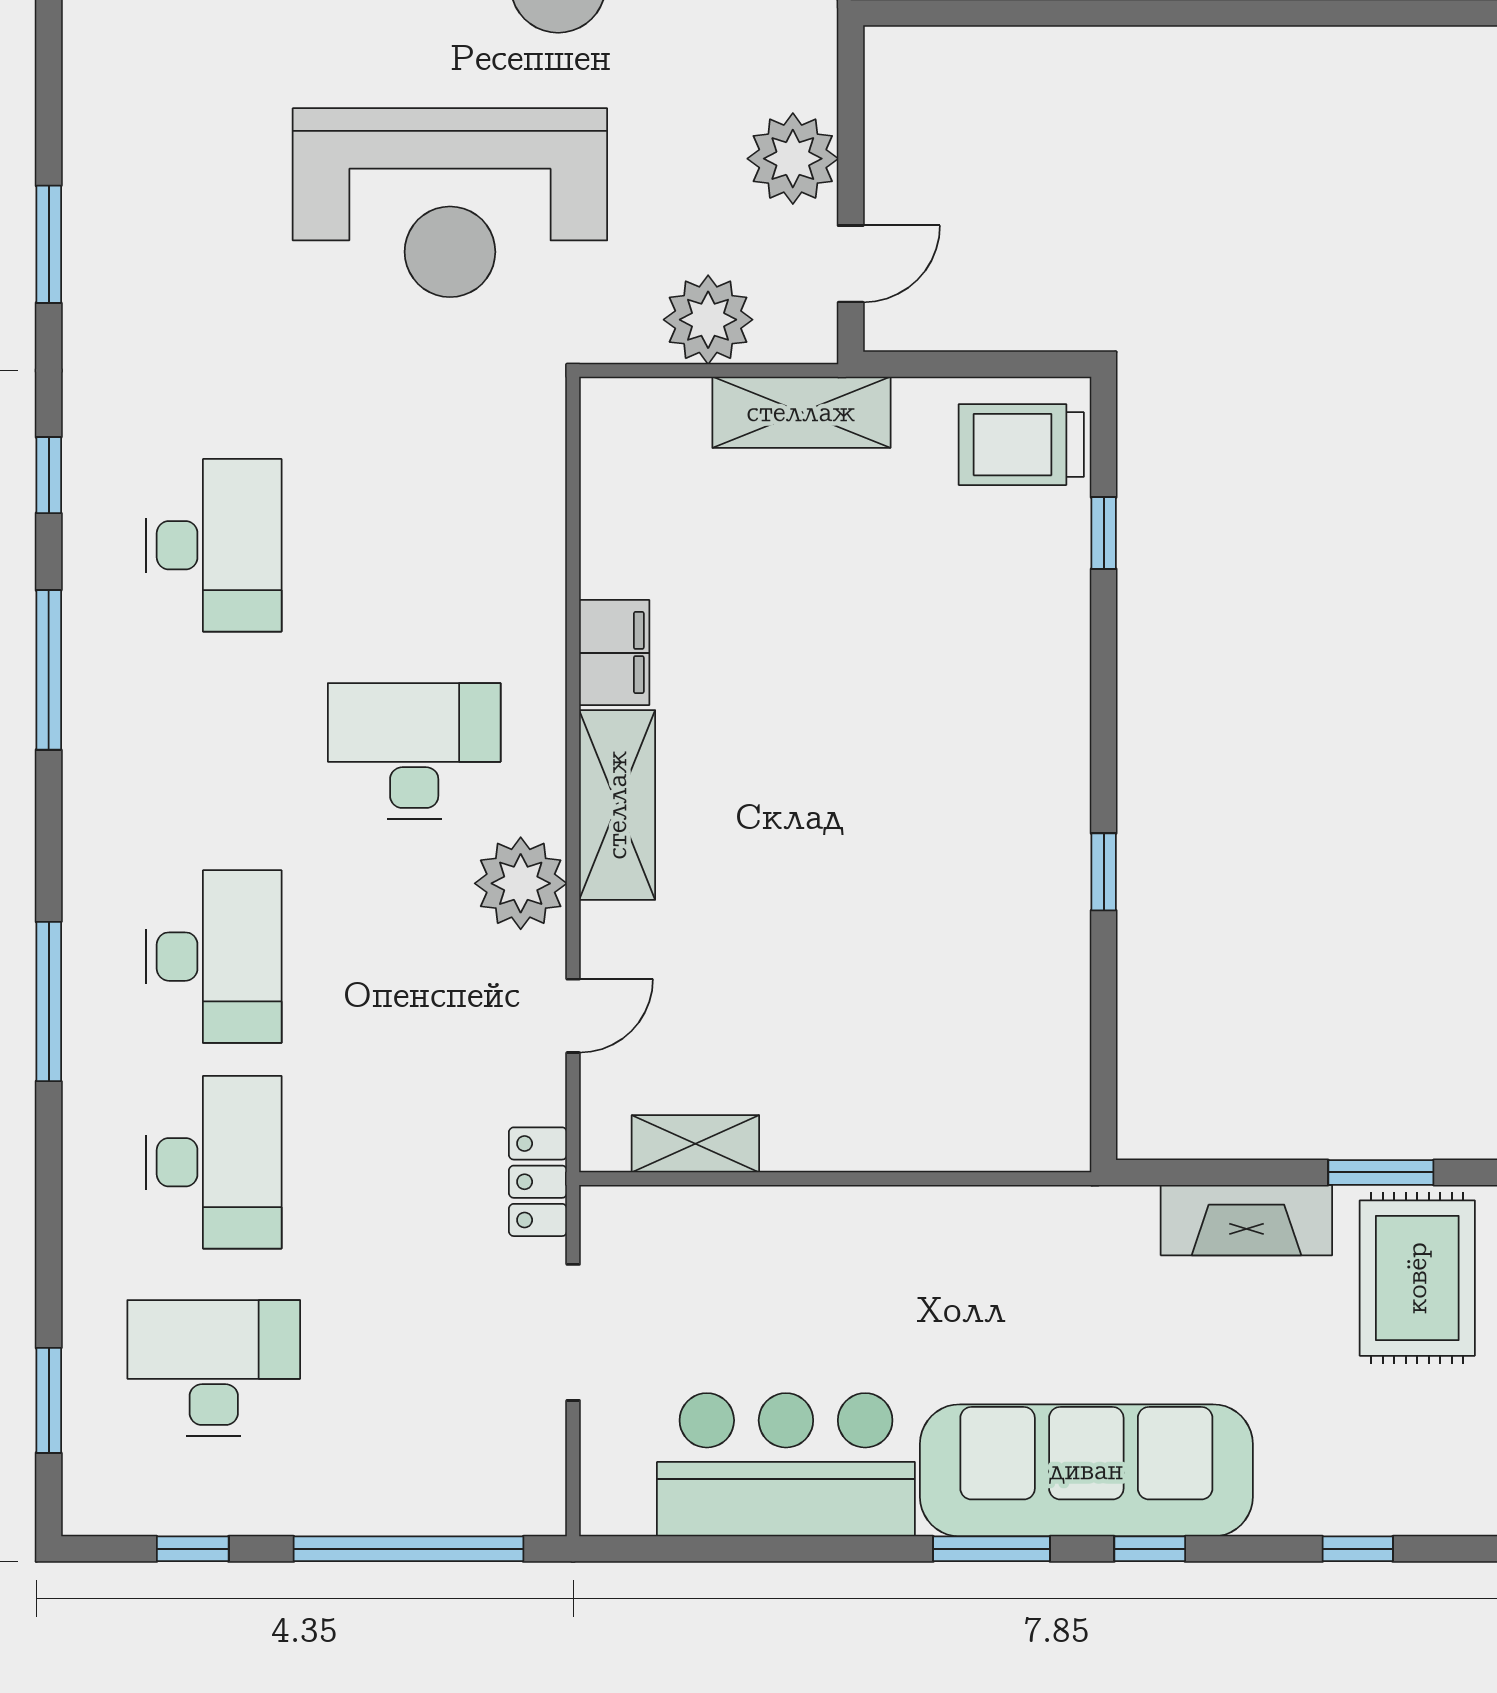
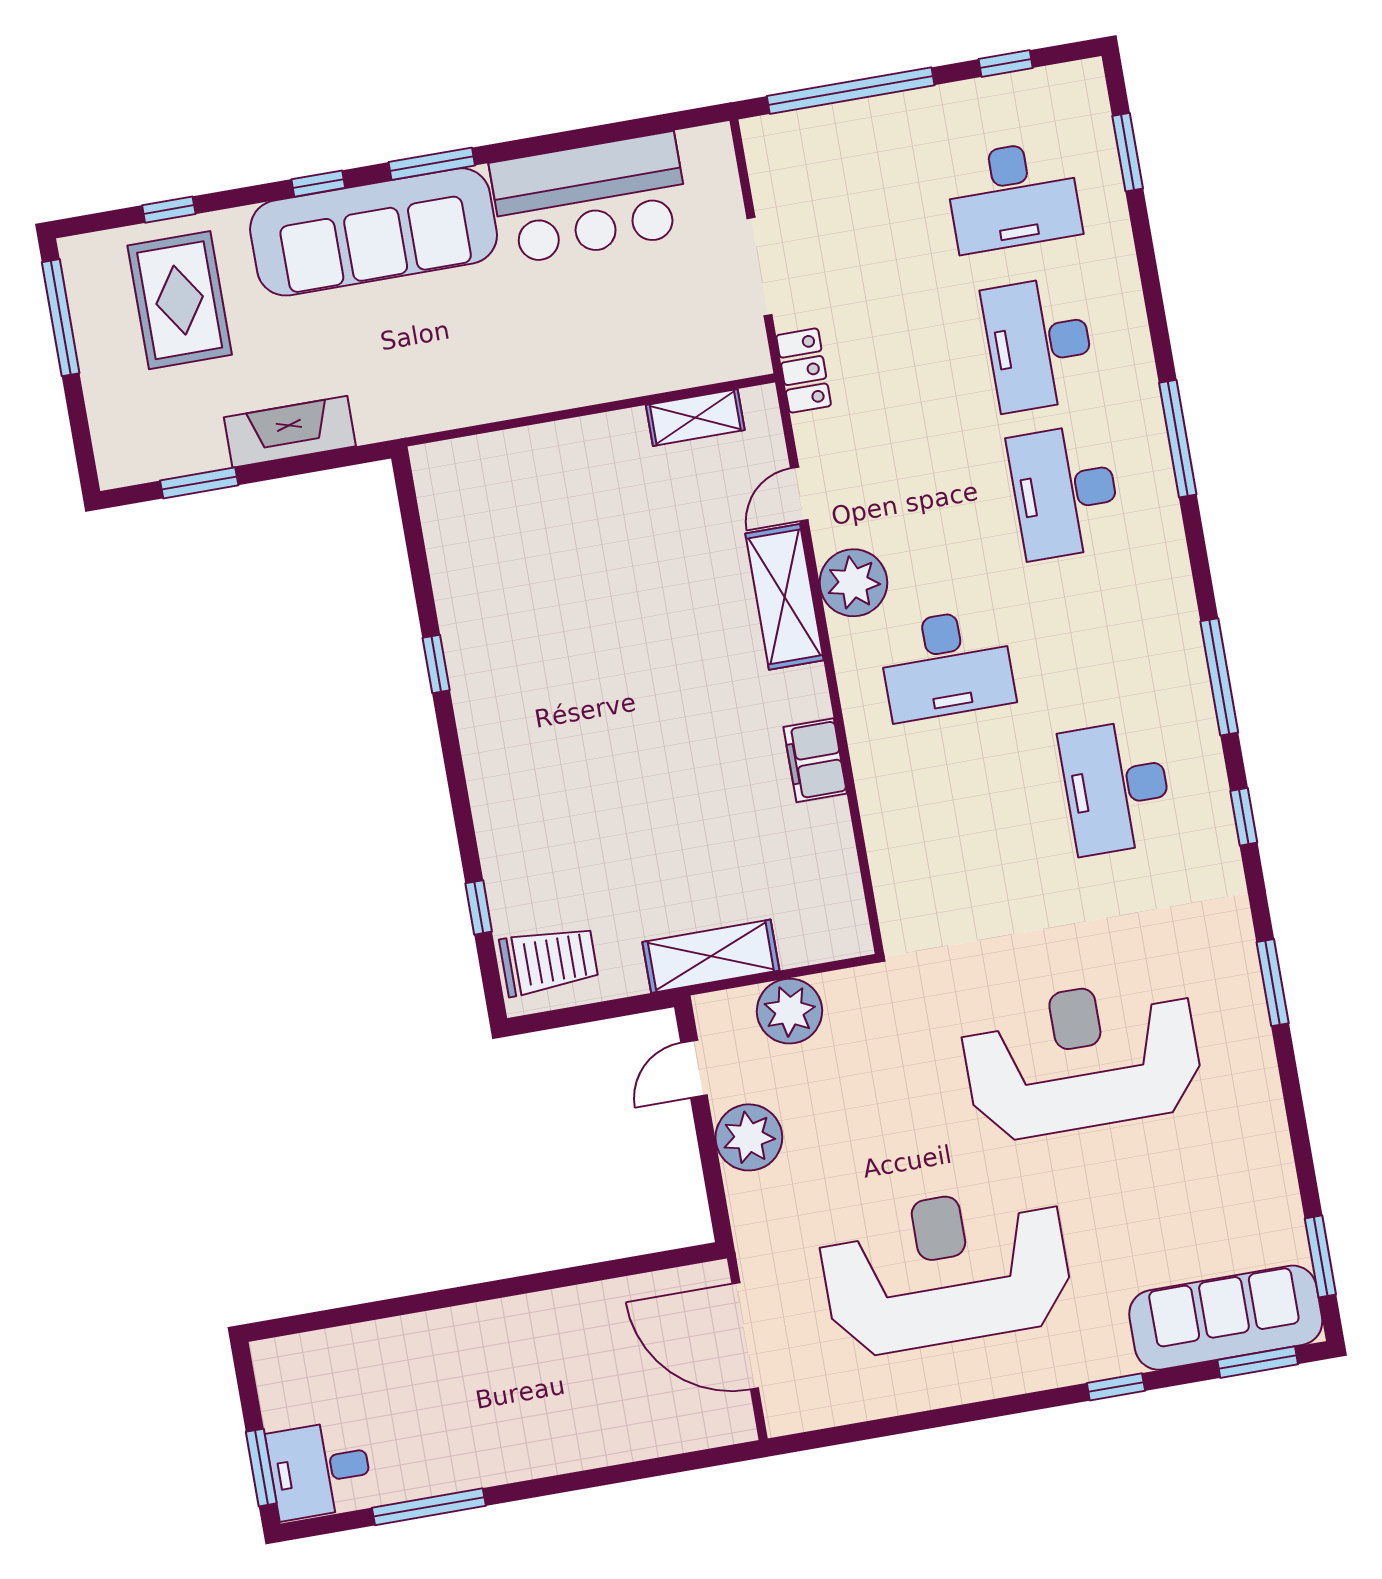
reception desk: (450, 203) -> (1082, 1058), moved
shelving: (617, 805) -> (784, 597), moved
rug: (1417, 1278) -> (180, 300), moved

